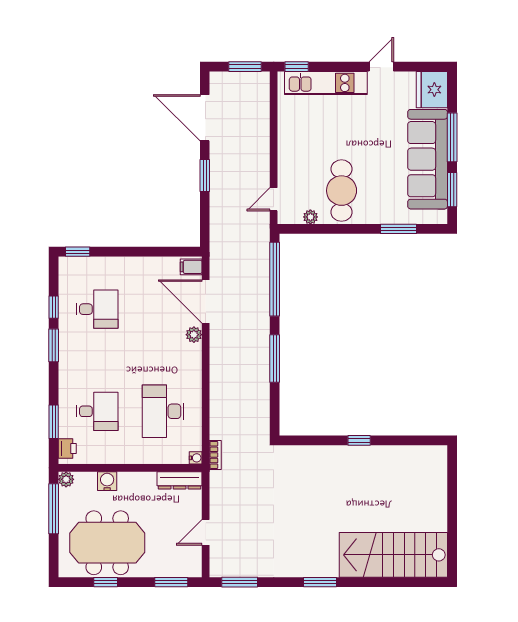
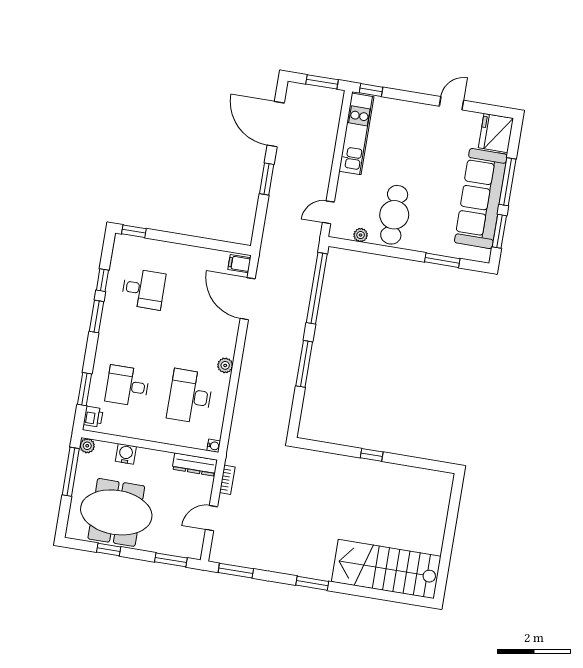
kitchen unit: (326, 83) -> (356, 134), moved, turned -90
plant: (194, 335) -> (225, 365), moved
desk: (97, 411) -> (127, 386), turned 180
bookcase: (215, 455) -> (227, 480), moved

